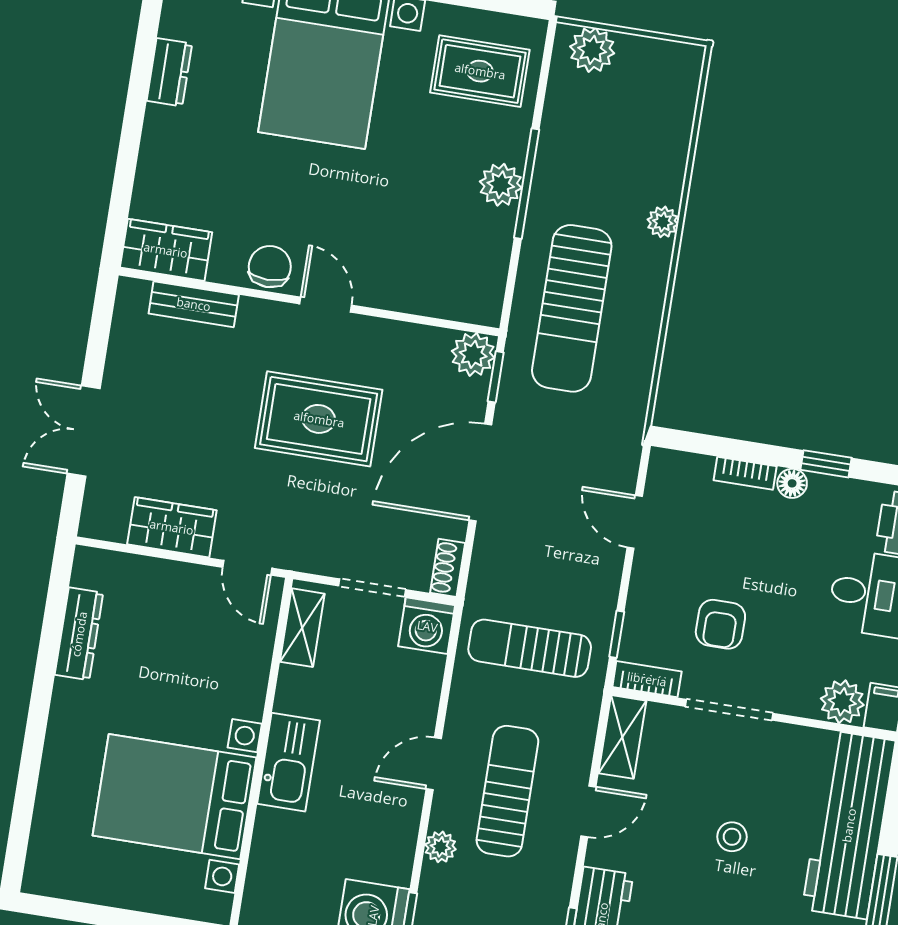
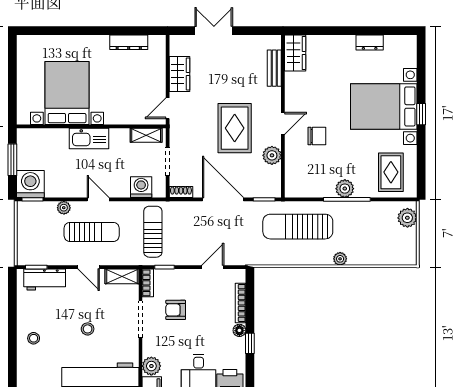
chair: (270, 267) -> (317, 136), moved
plant: (473, 354) -> (272, 155), moved
bookcase: (745, 473) -> (241, 303), width x1.56
washing machine: (427, 626) -> (141, 187), moved, turned 90

